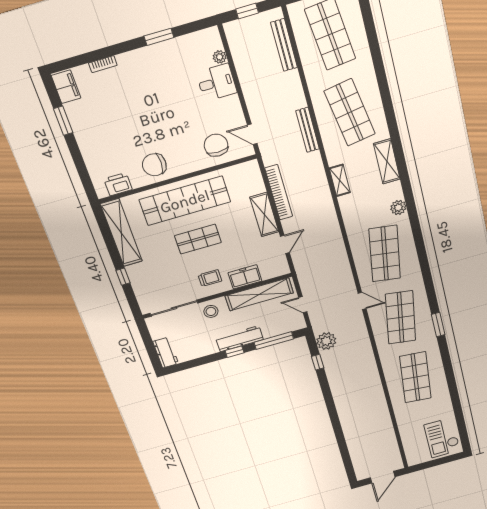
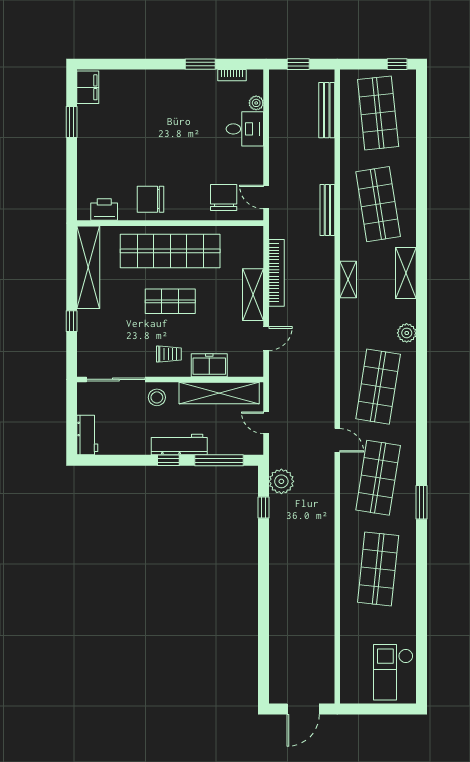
bookcase: (103, 64) -> (232, 75), moved

